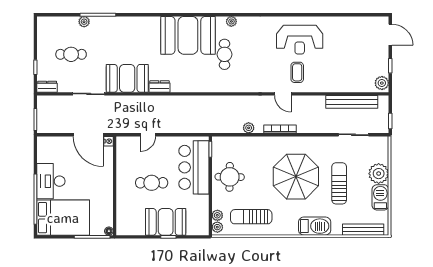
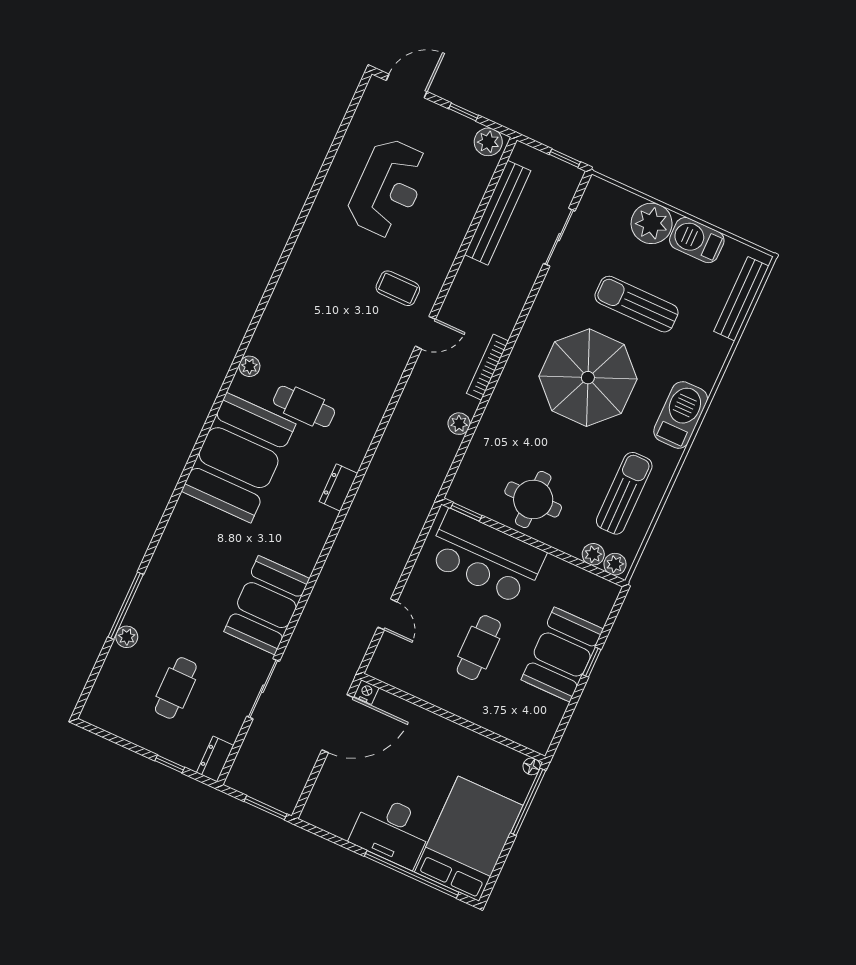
reception desk: (300, 40) -> (388, 188), moved
dresser: (159, 87) -> (338, 488), moved
sun lounger: (251, 217) -> (624, 493), turned 180
barbecue: (315, 226) -> (681, 415), moved

